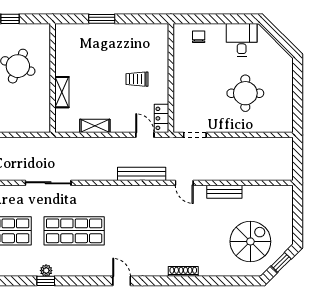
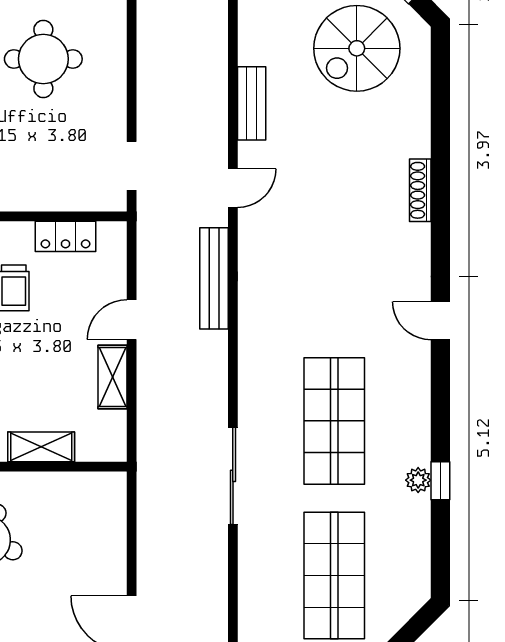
locker: (161, 118) -> (66, 236), moved
door: (145, 135) -> (132, 320), moved
spiral stairs: (250, 241) -> (357, 48), turned -90
door: (122, 281) -> (440, 321), hinge flipped

